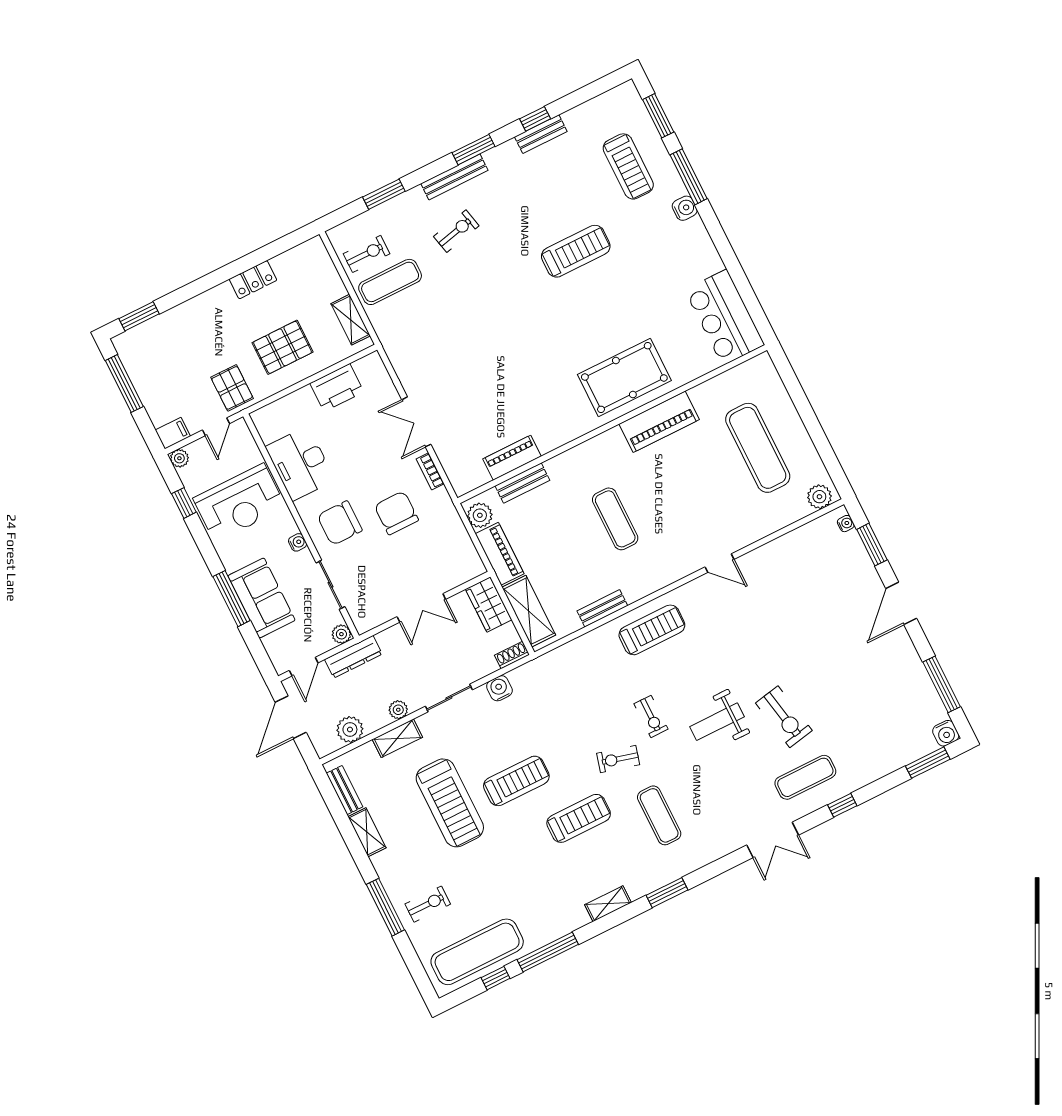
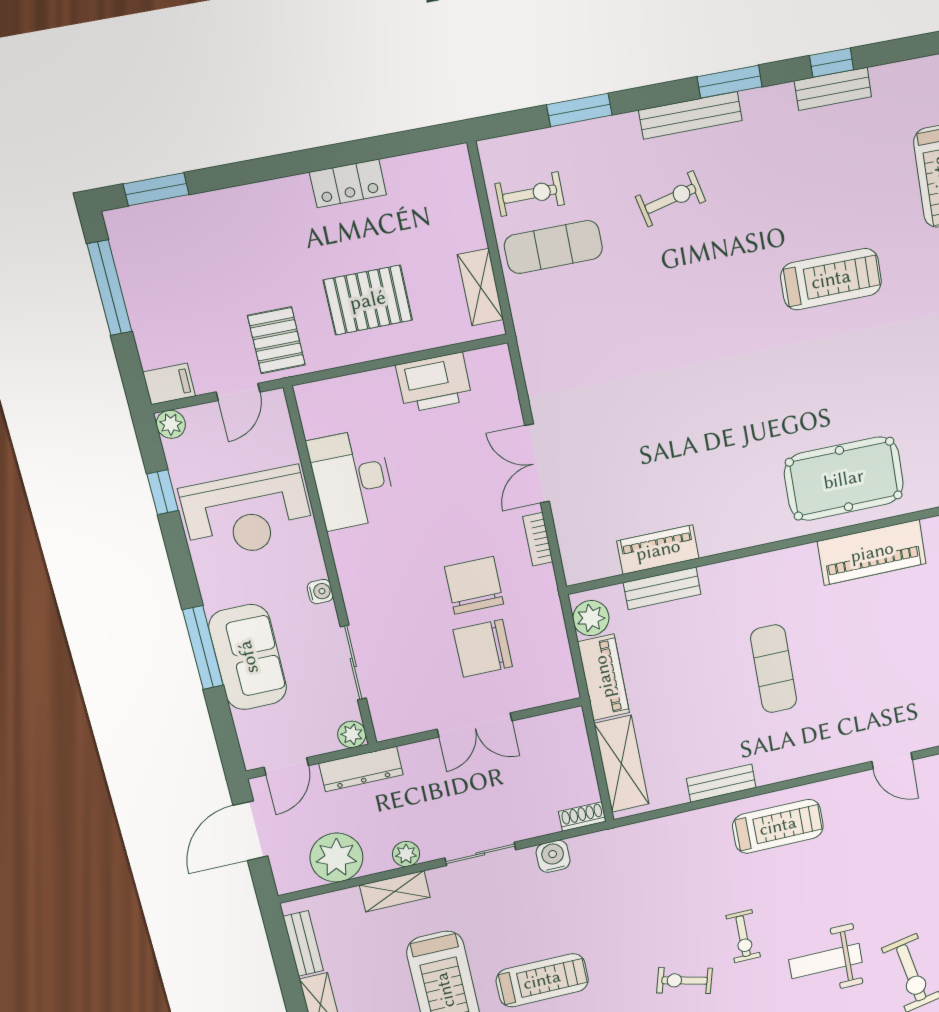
chair: (340, 523) -> (483, 648), moved
wardrobe: (489, 604) -> (569, 742), removed
plant: (350, 730) -> (336, 858), width x1.36, depth x1.36

